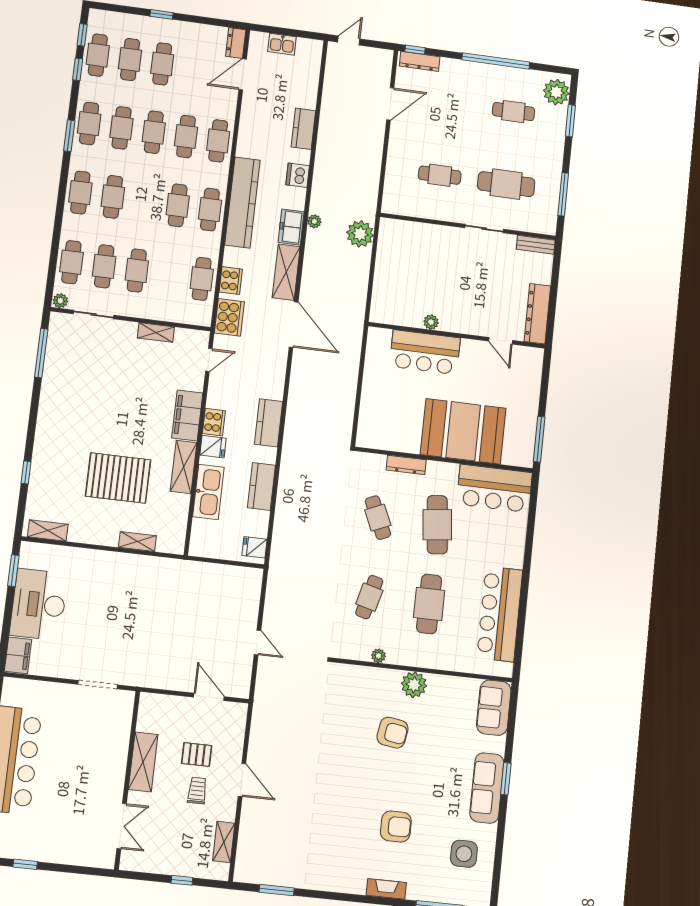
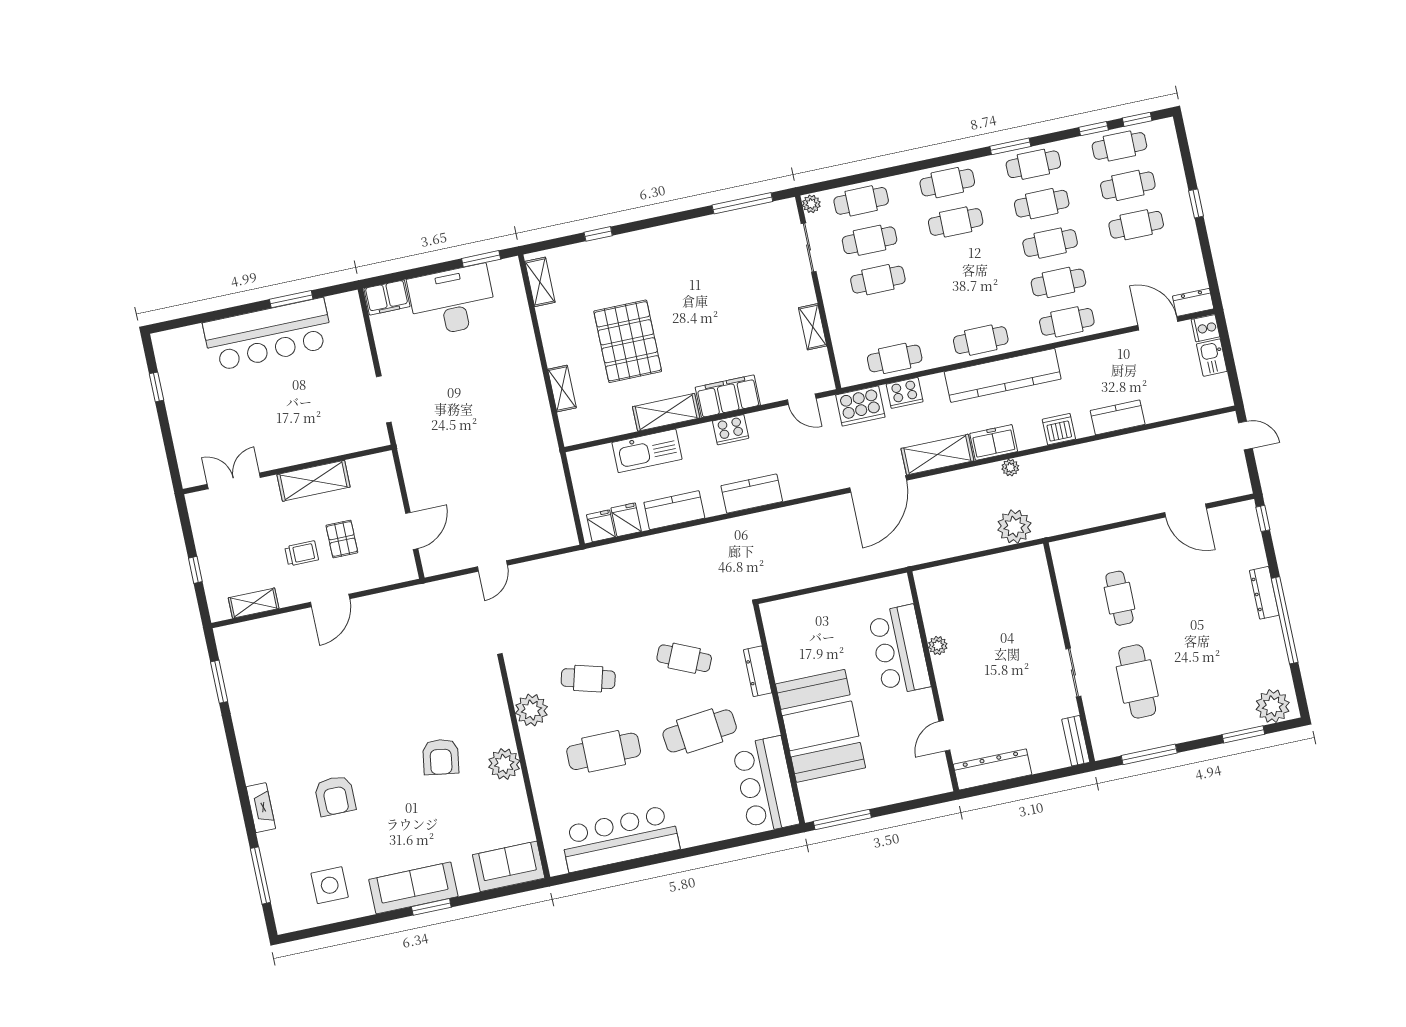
cooker: (258, 41) -> (1205, 328), added
dresser: (420, 61) -> (1264, 593), moved
cafe table: (514, 112) -> (1230, 662), removed
cafe table: (178, 205) -> (972, 301), removed
fridge: (213, 447) -> (626, 520), moved, turned 180
cafe table: (378, 518) -> (684, 658), turned 48
plant: (379, 656) -> (531, 710), width x1.88, depth x1.88
double door: (122, 826) -> (234, 481), swing flipped

